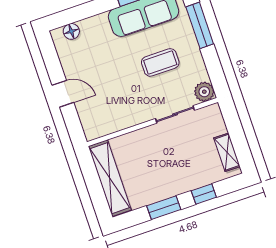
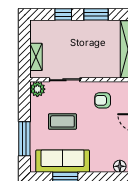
armchair: (120, 105) -> (103, 100), added
shelving: (227, 152) -> (36, 57), moved

